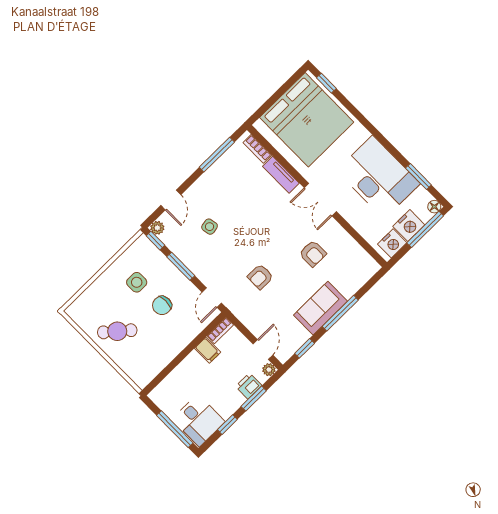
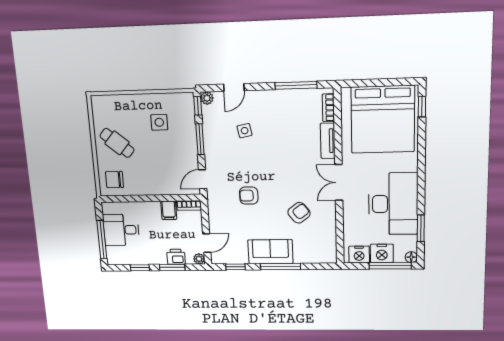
armchair: (313, 254) -> (299, 213), turned -128
chair: (162, 305) -> (115, 180), moved
desk: (199, 420) -> (121, 230), moved, turned 90

